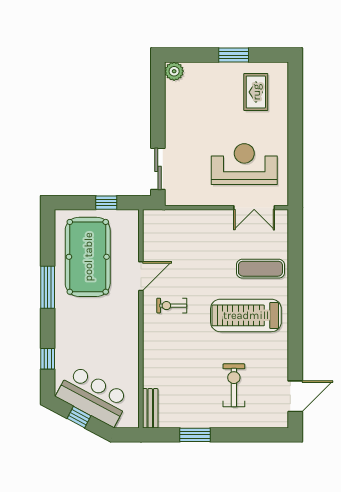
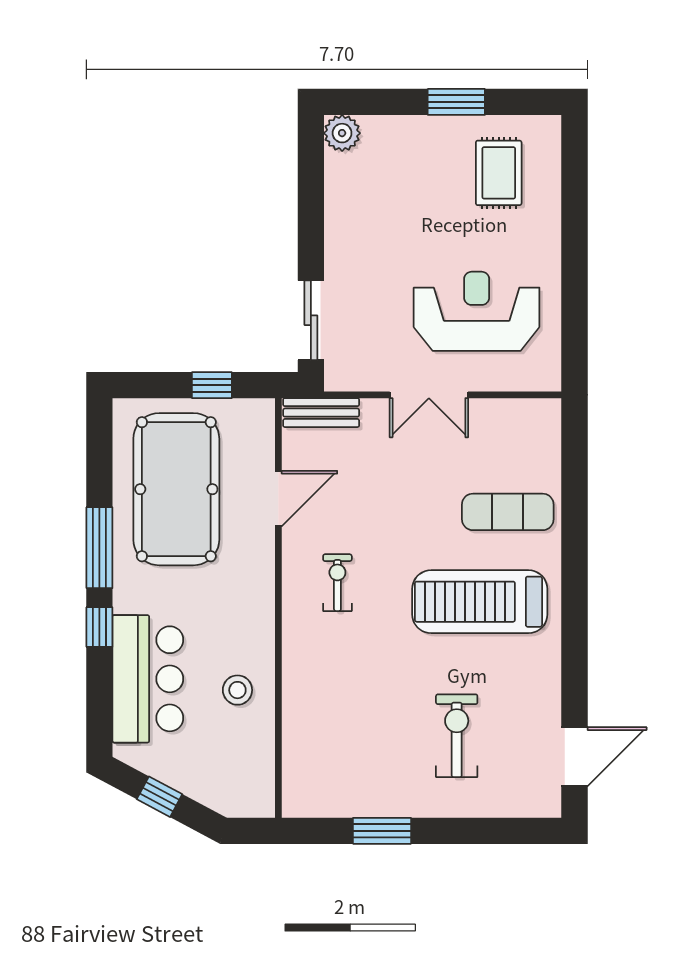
double door: (254, 208) -> (429, 395), moved
door: (141, 276) -> (278, 499), moved
exercise bike: (172, 306) -> (337, 583), turned 90
window: (48, 359) -> (99, 627), moved
stool: (120, 362) -> (237, 690), added
bar counter: (93, 396) -> (148, 679), moved, turned 62
bench: (150, 408) -> (321, 413), moved, turned 90

